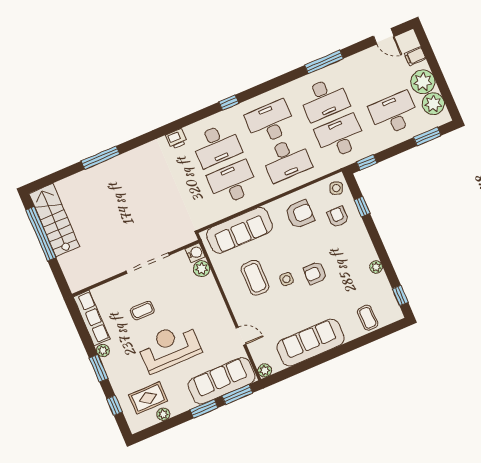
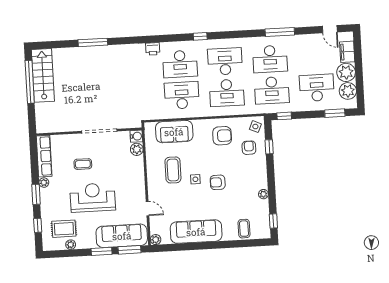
filing cabinet: (415, 56) -> (347, 52), width x2.00
desk: (340, 137) -> (272, 90), turned 180
sofa: (239, 230) -> (174, 132), width x0.73

